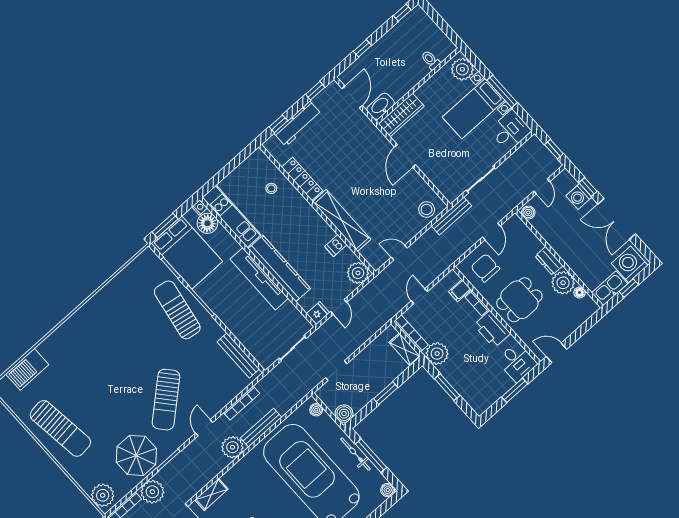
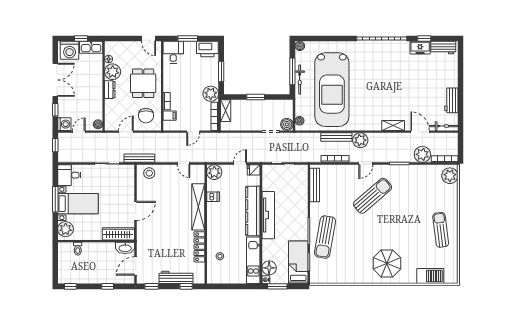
washing machine: (579, 196) -> (64, 124), moved
window: (165, 225) -> (277, 286), moved
bed: (187, 252) -> (298, 262), width x0.67
dining table: (519, 300) -> (143, 83), turned 90
printer: (492, 329) -> (207, 49), moved, turned 90
boiler: (344, 414) -> (287, 124), moved
sun lounger: (60, 428) -> (441, 230), width x0.73, depth x0.75
parasol: (136, 455) -> (387, 263), moved

